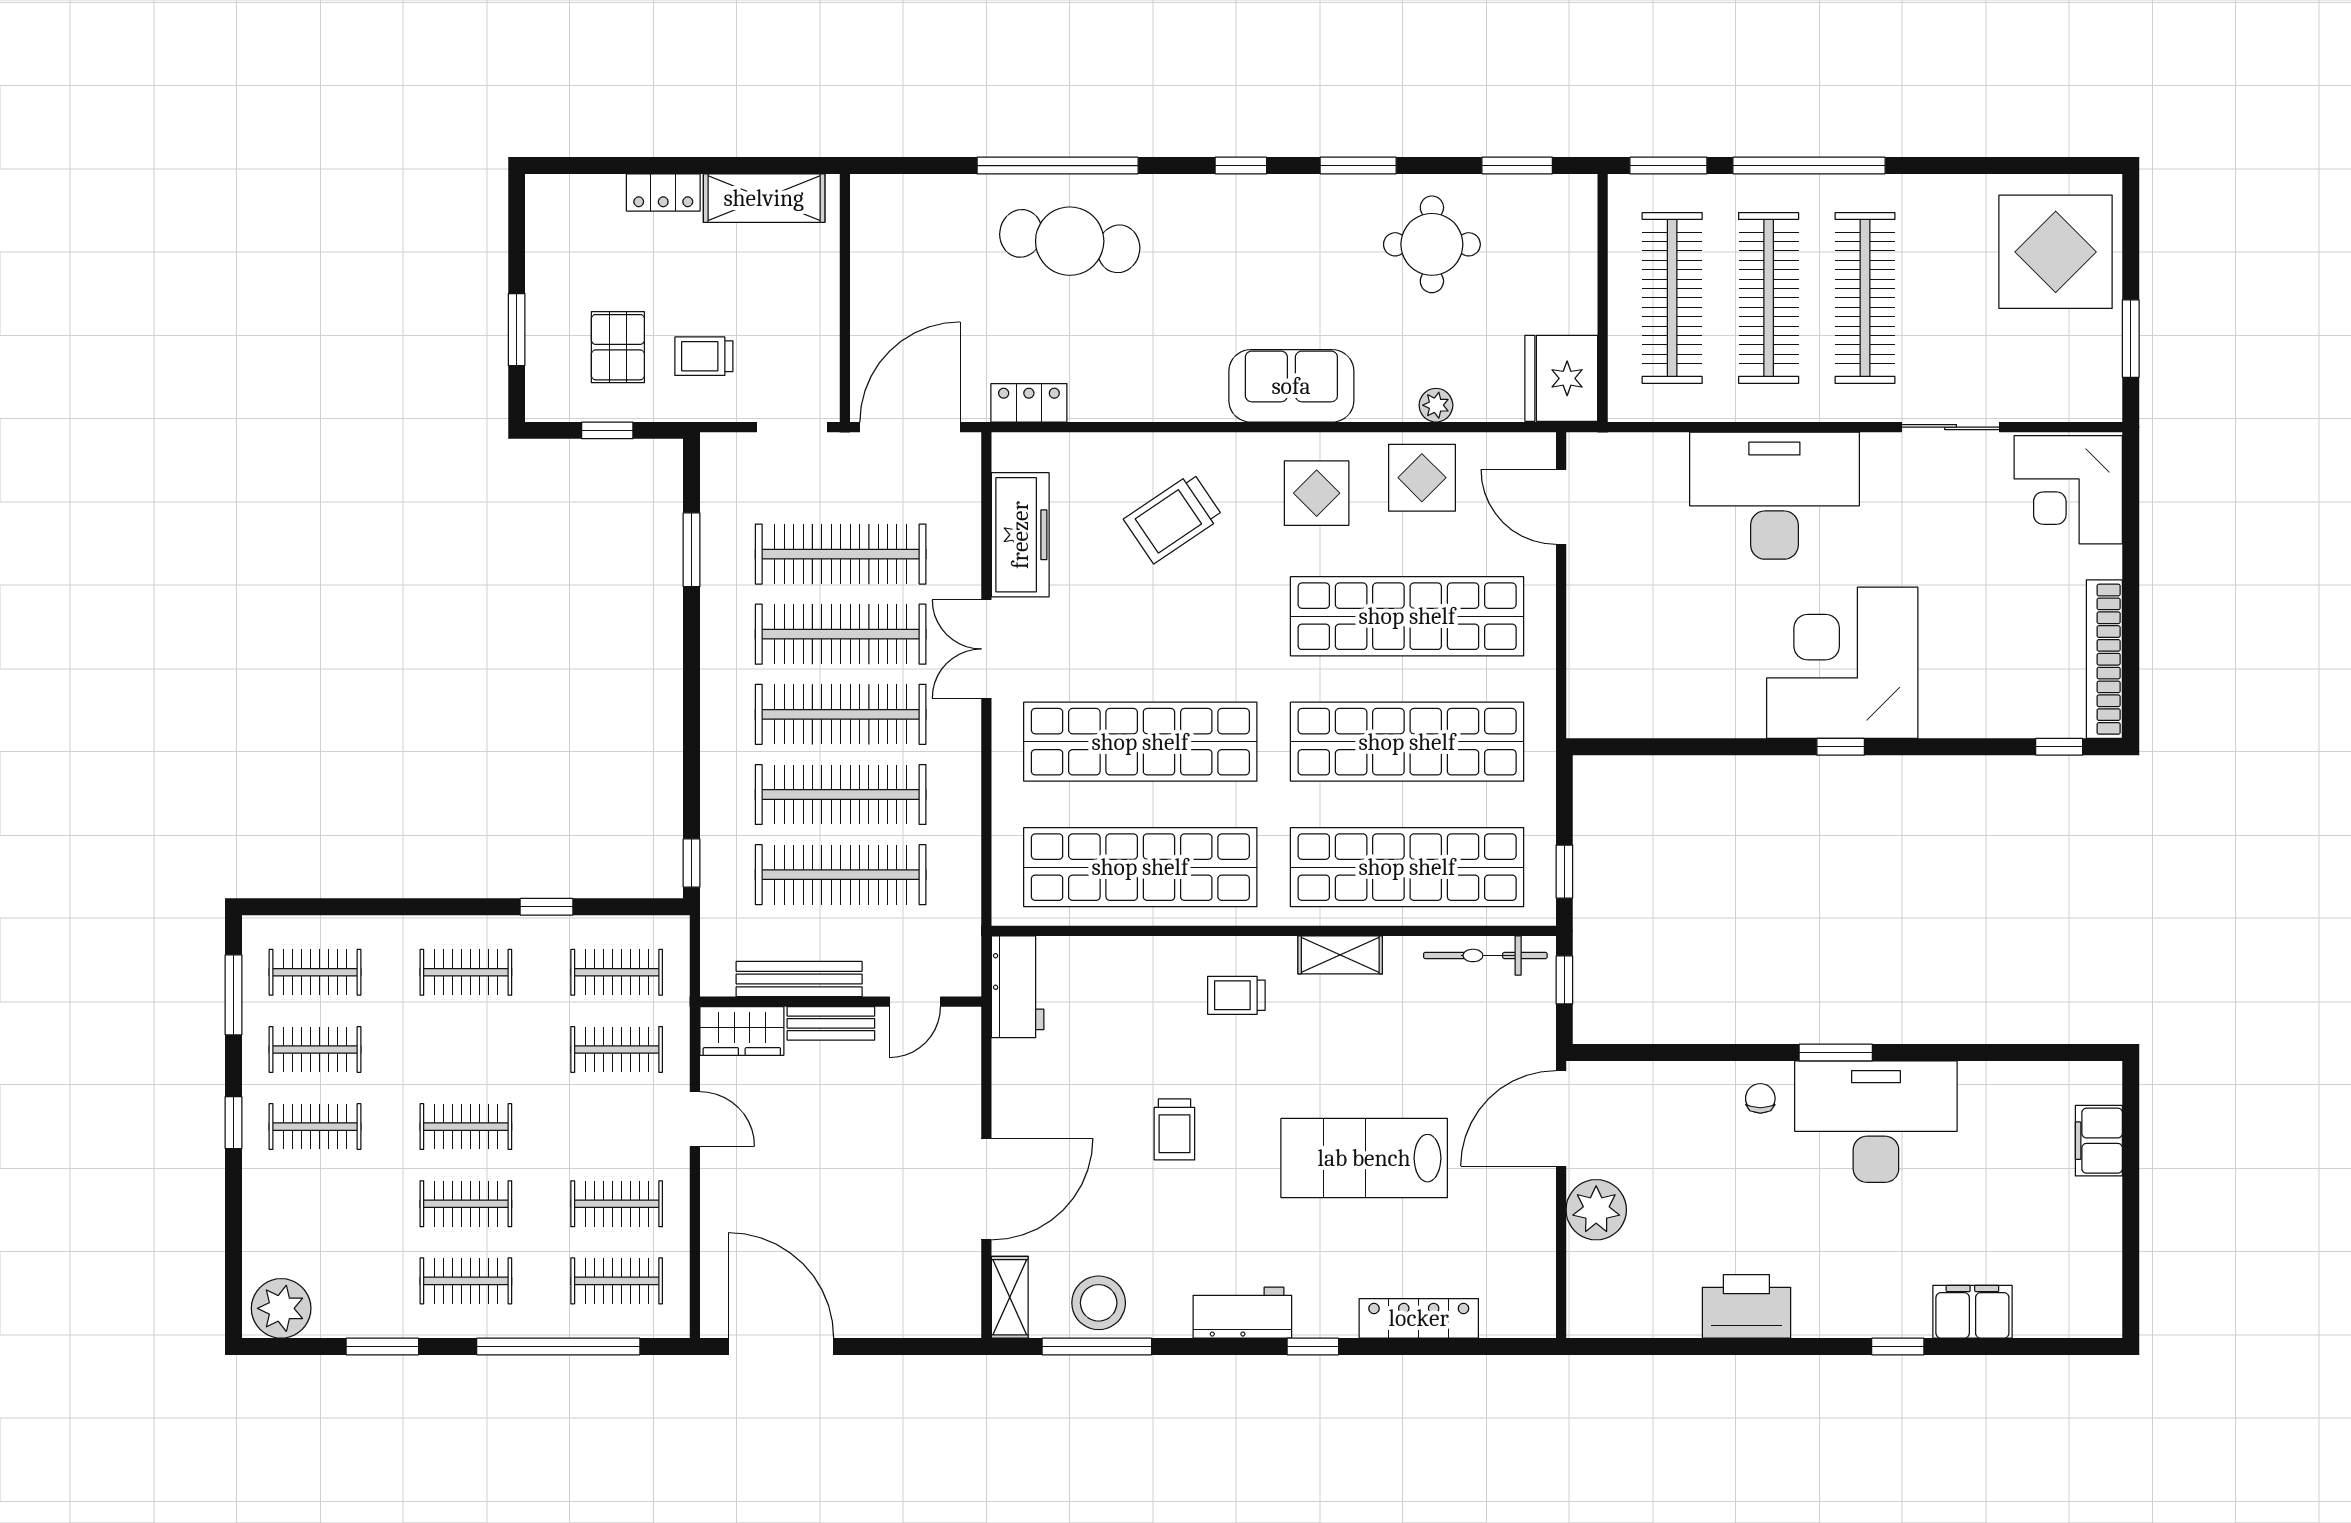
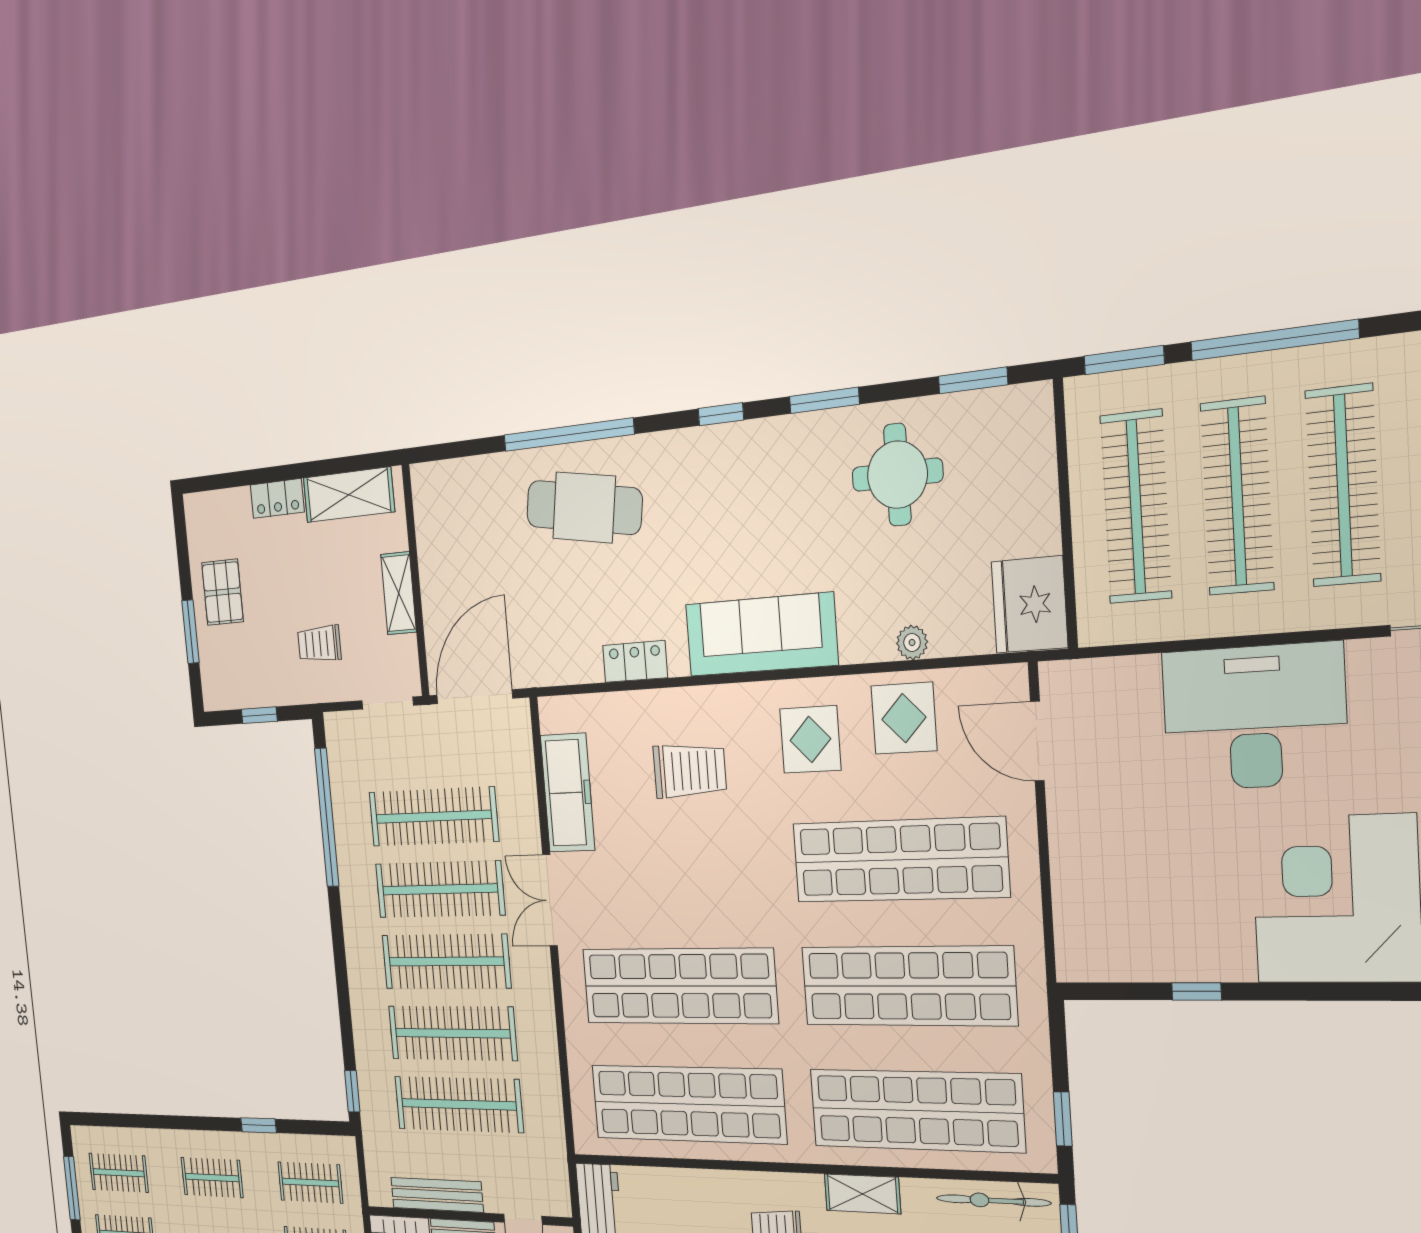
shelving: (820, 310) -> (399, 593), added
pallet: (618, 347) -> (223, 592), moved
sofa: (1291, 386) -> (761, 635), width x1.36
locker: (1029, 403) -> (635, 661), moved
trolley: (1173, 518) -> (690, 771), turned -146
window: (692, 550) -> (327, 817), width x2.11
window: (1841, 747) -> (1197, 991), moved

